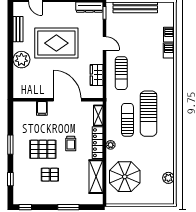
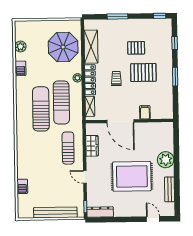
barbecue: (169, 50) -> (20, 68), moved
sun lounger: (127, 120) -> (61, 102), width x1.36, depth x1.34

